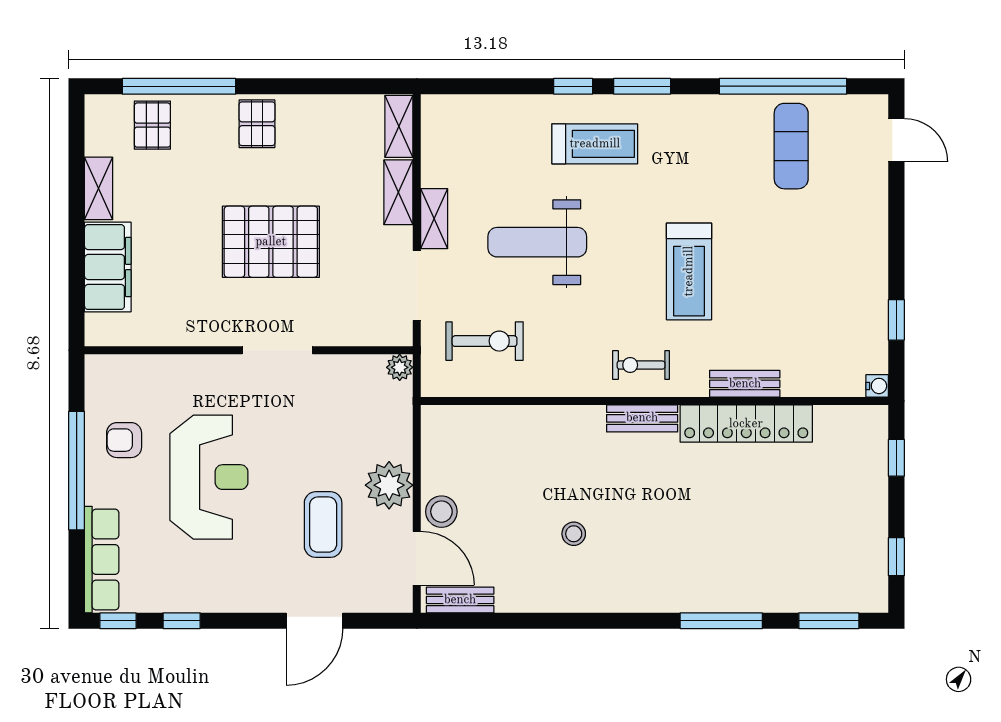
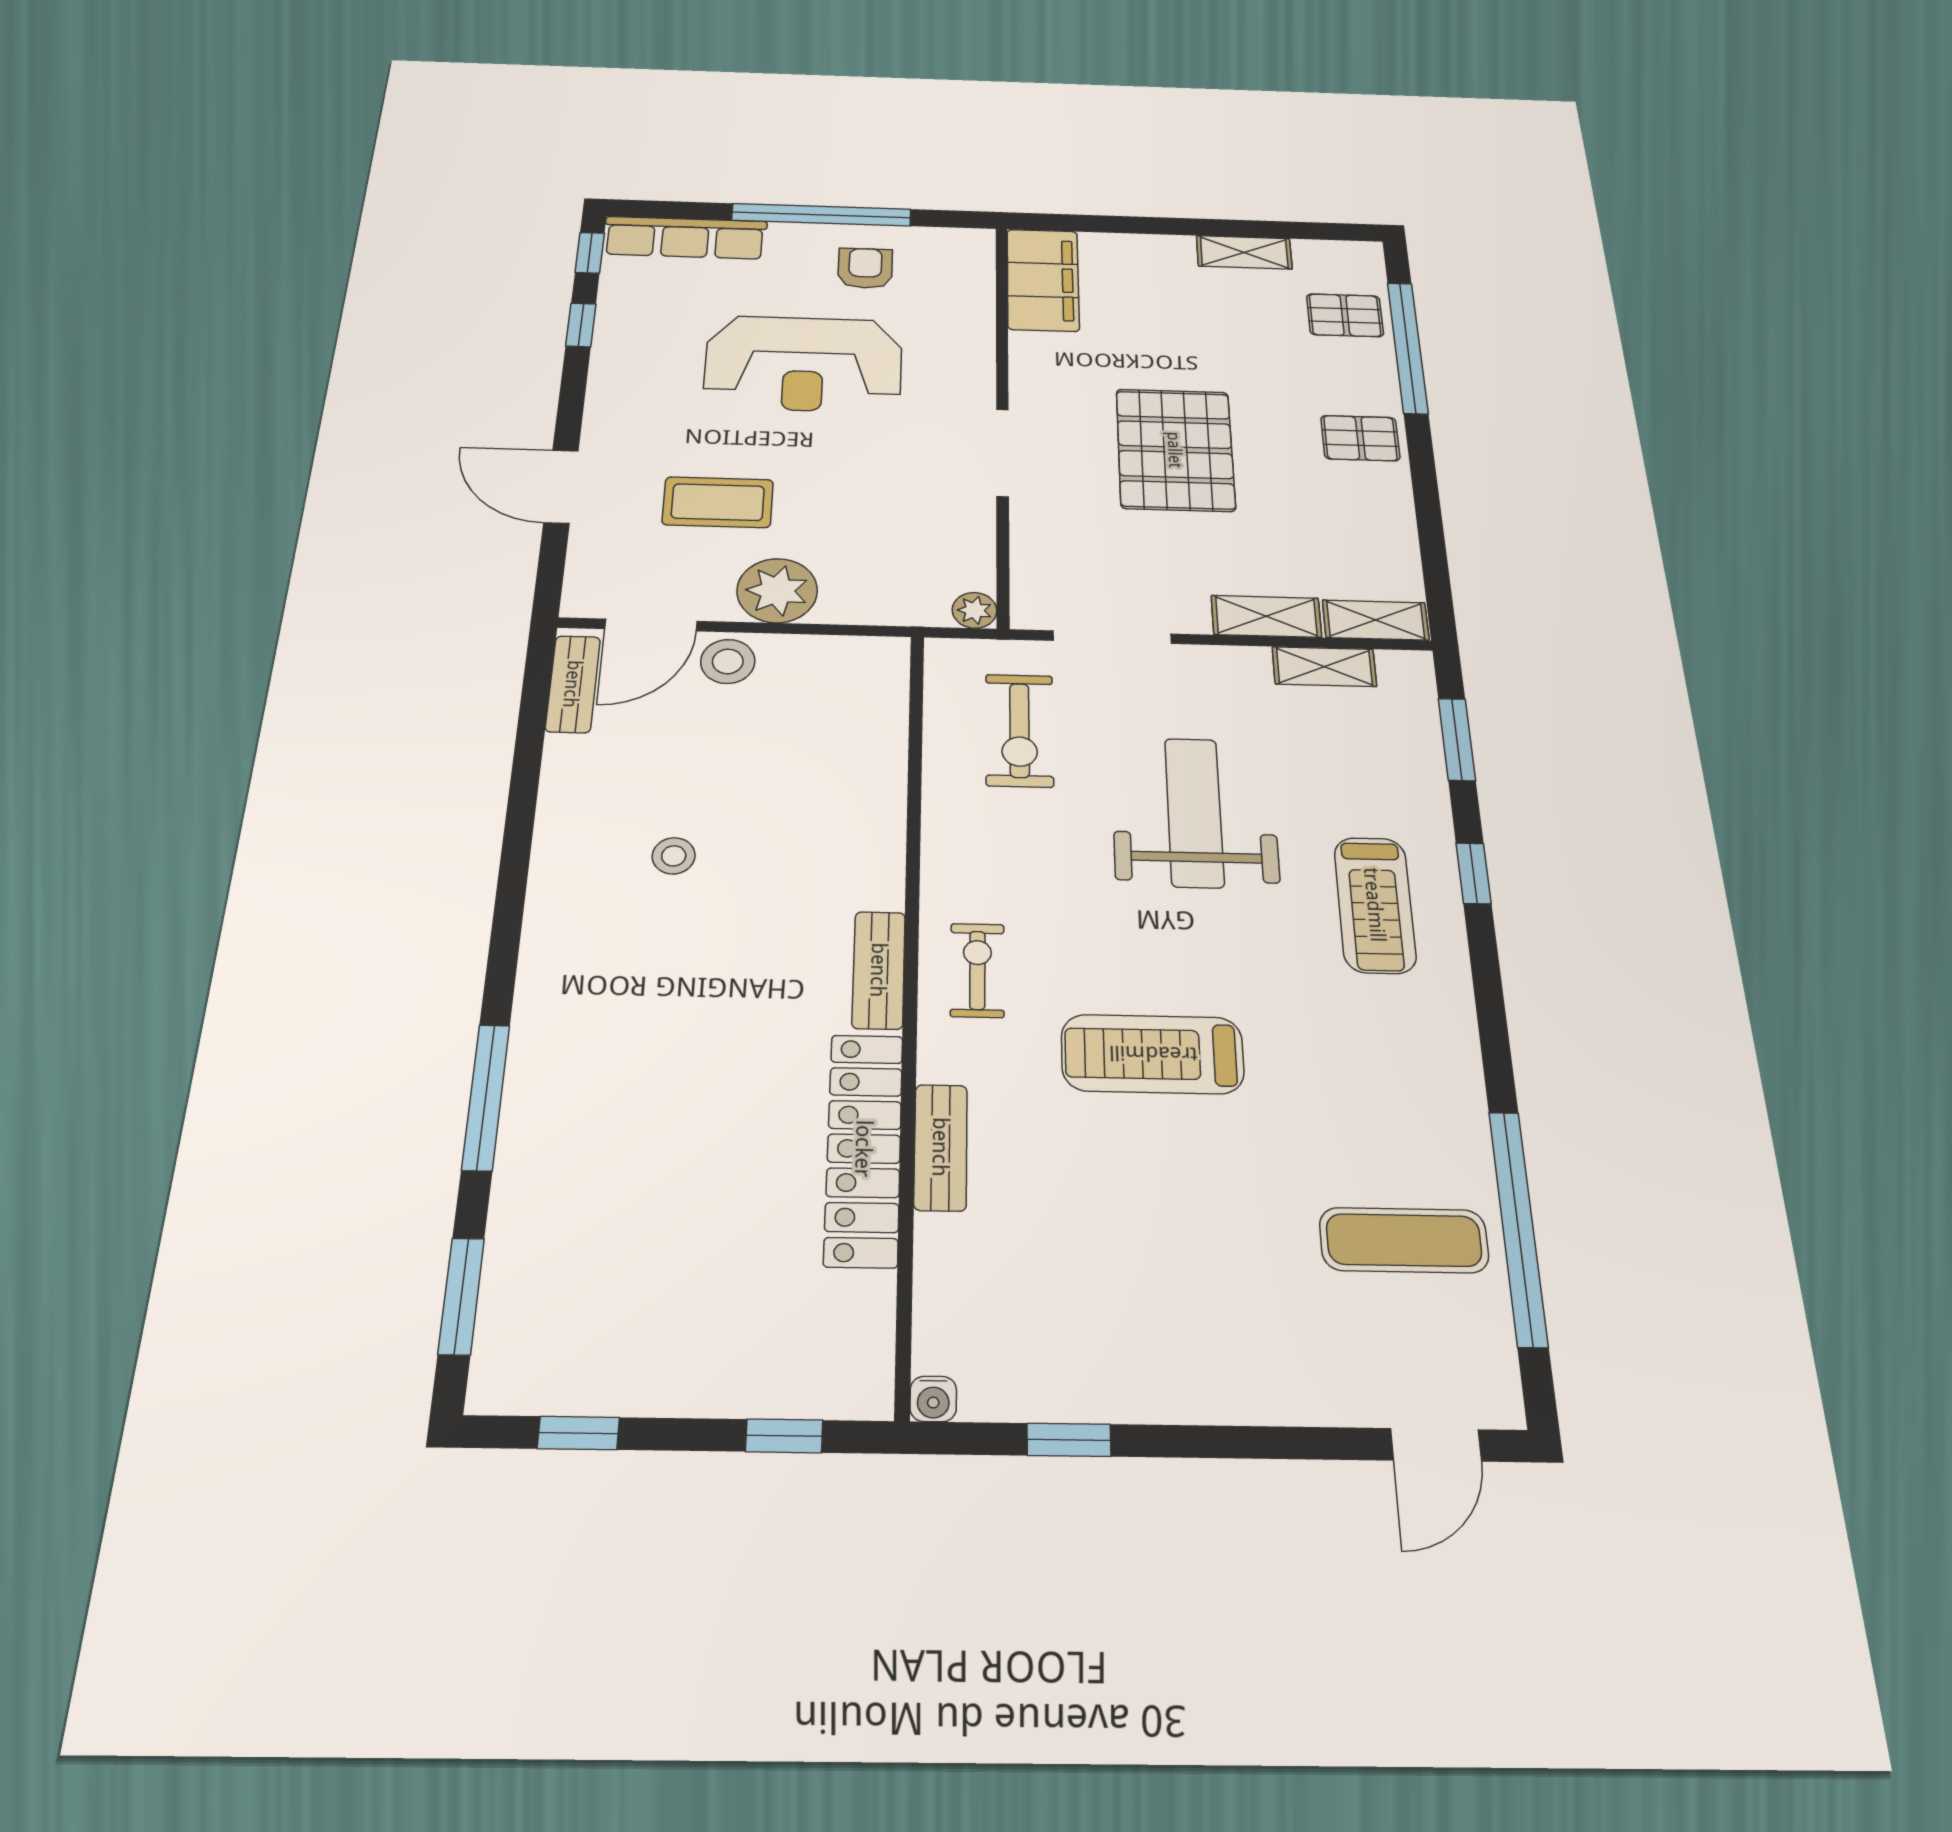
window: (642, 86) -> (1457, 739), moved
shelving: (434, 219) -> (1324, 667), moved
filing cabinet: (108, 267) -> (1043, 280), moved, turned -90

